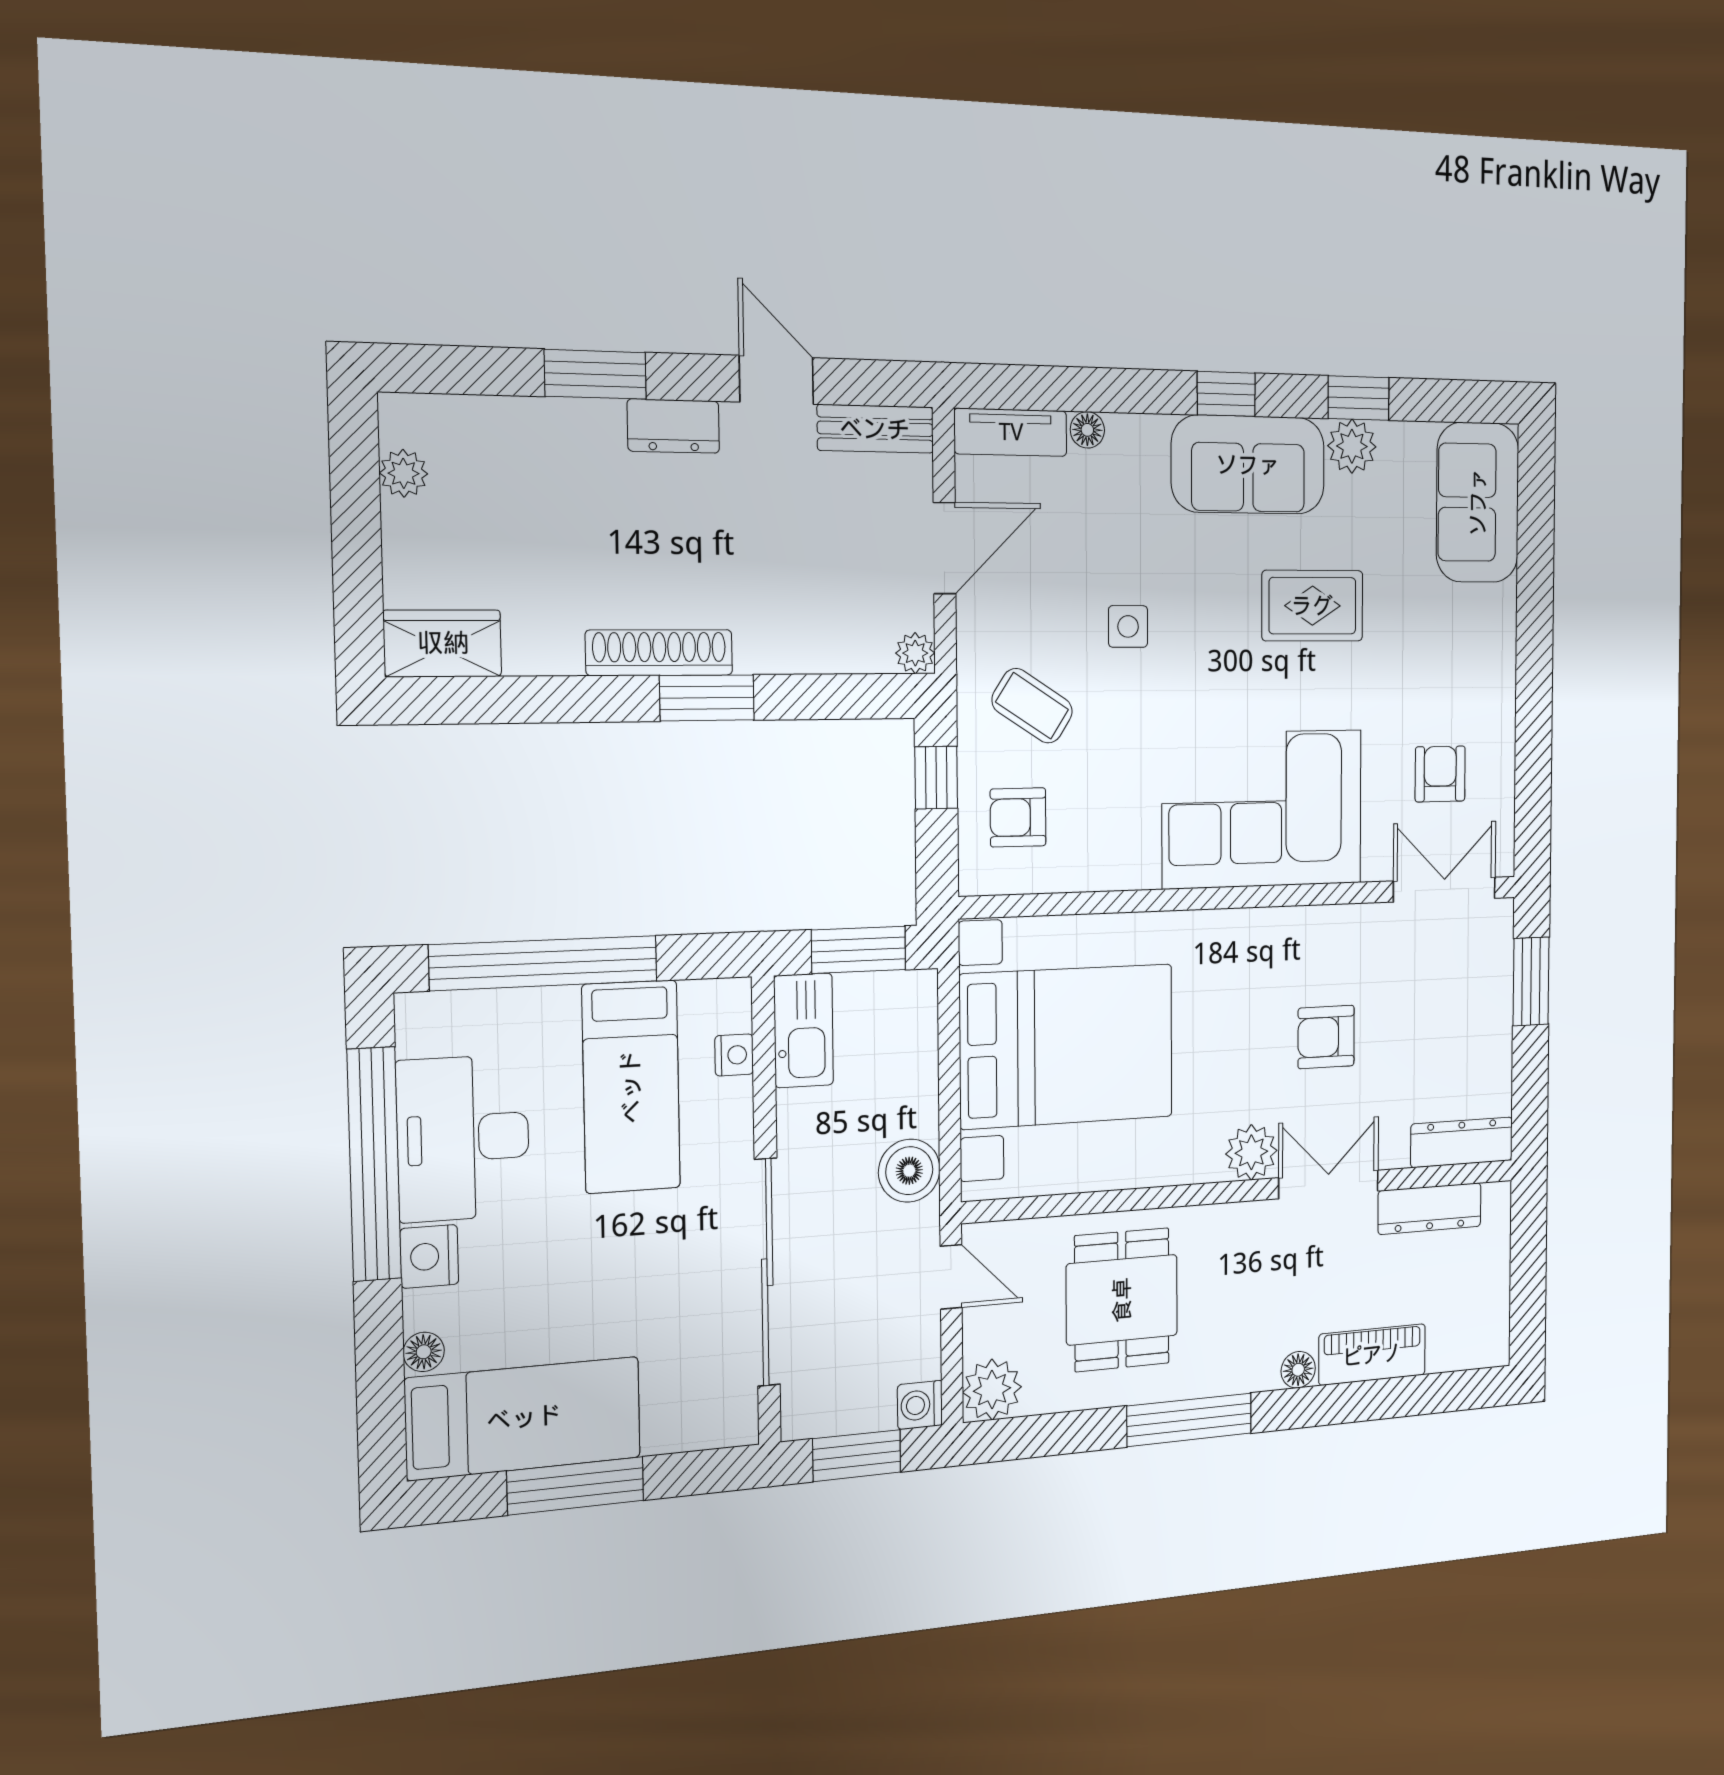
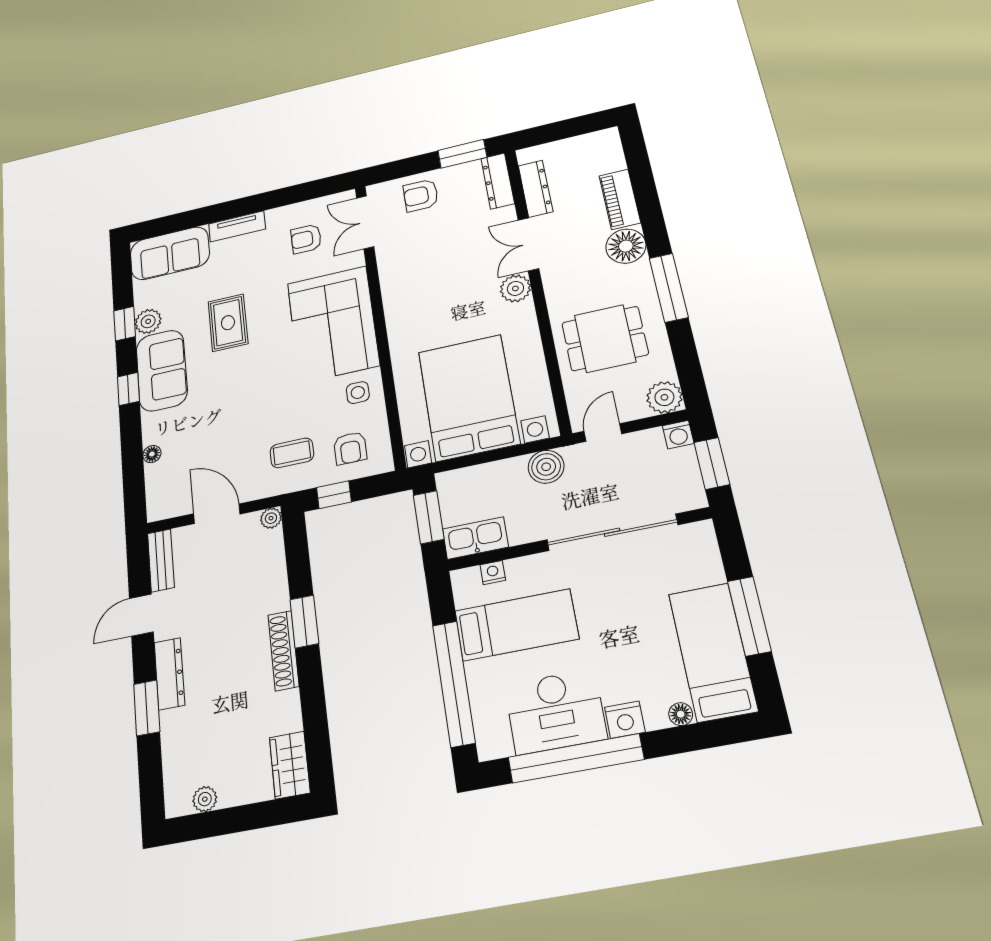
dresser: (673, 426) -> (169, 674), width x1.44
tv unit: (1011, 432) -> (237, 226), moved, turned 90
side table: (1128, 626) -> (358, 393), moved
coffee table: (1032, 706) -> (292, 453), turned 57
window: (1531, 981) -> (462, 154), moved
armchair: (1326, 1037) -> (421, 195), moved, turned 90
floor lamp: (1298, 1370) -> (626, 246), width x1.89, depth x1.89

